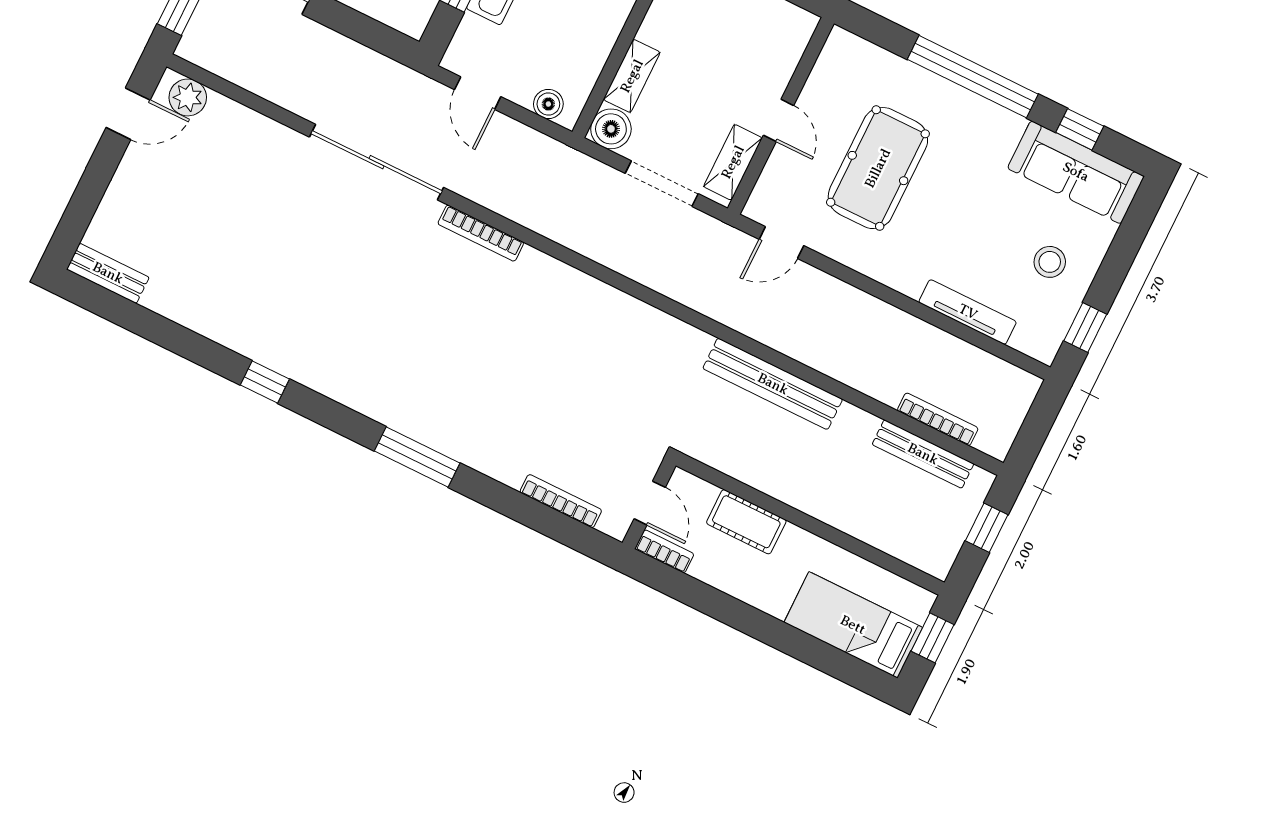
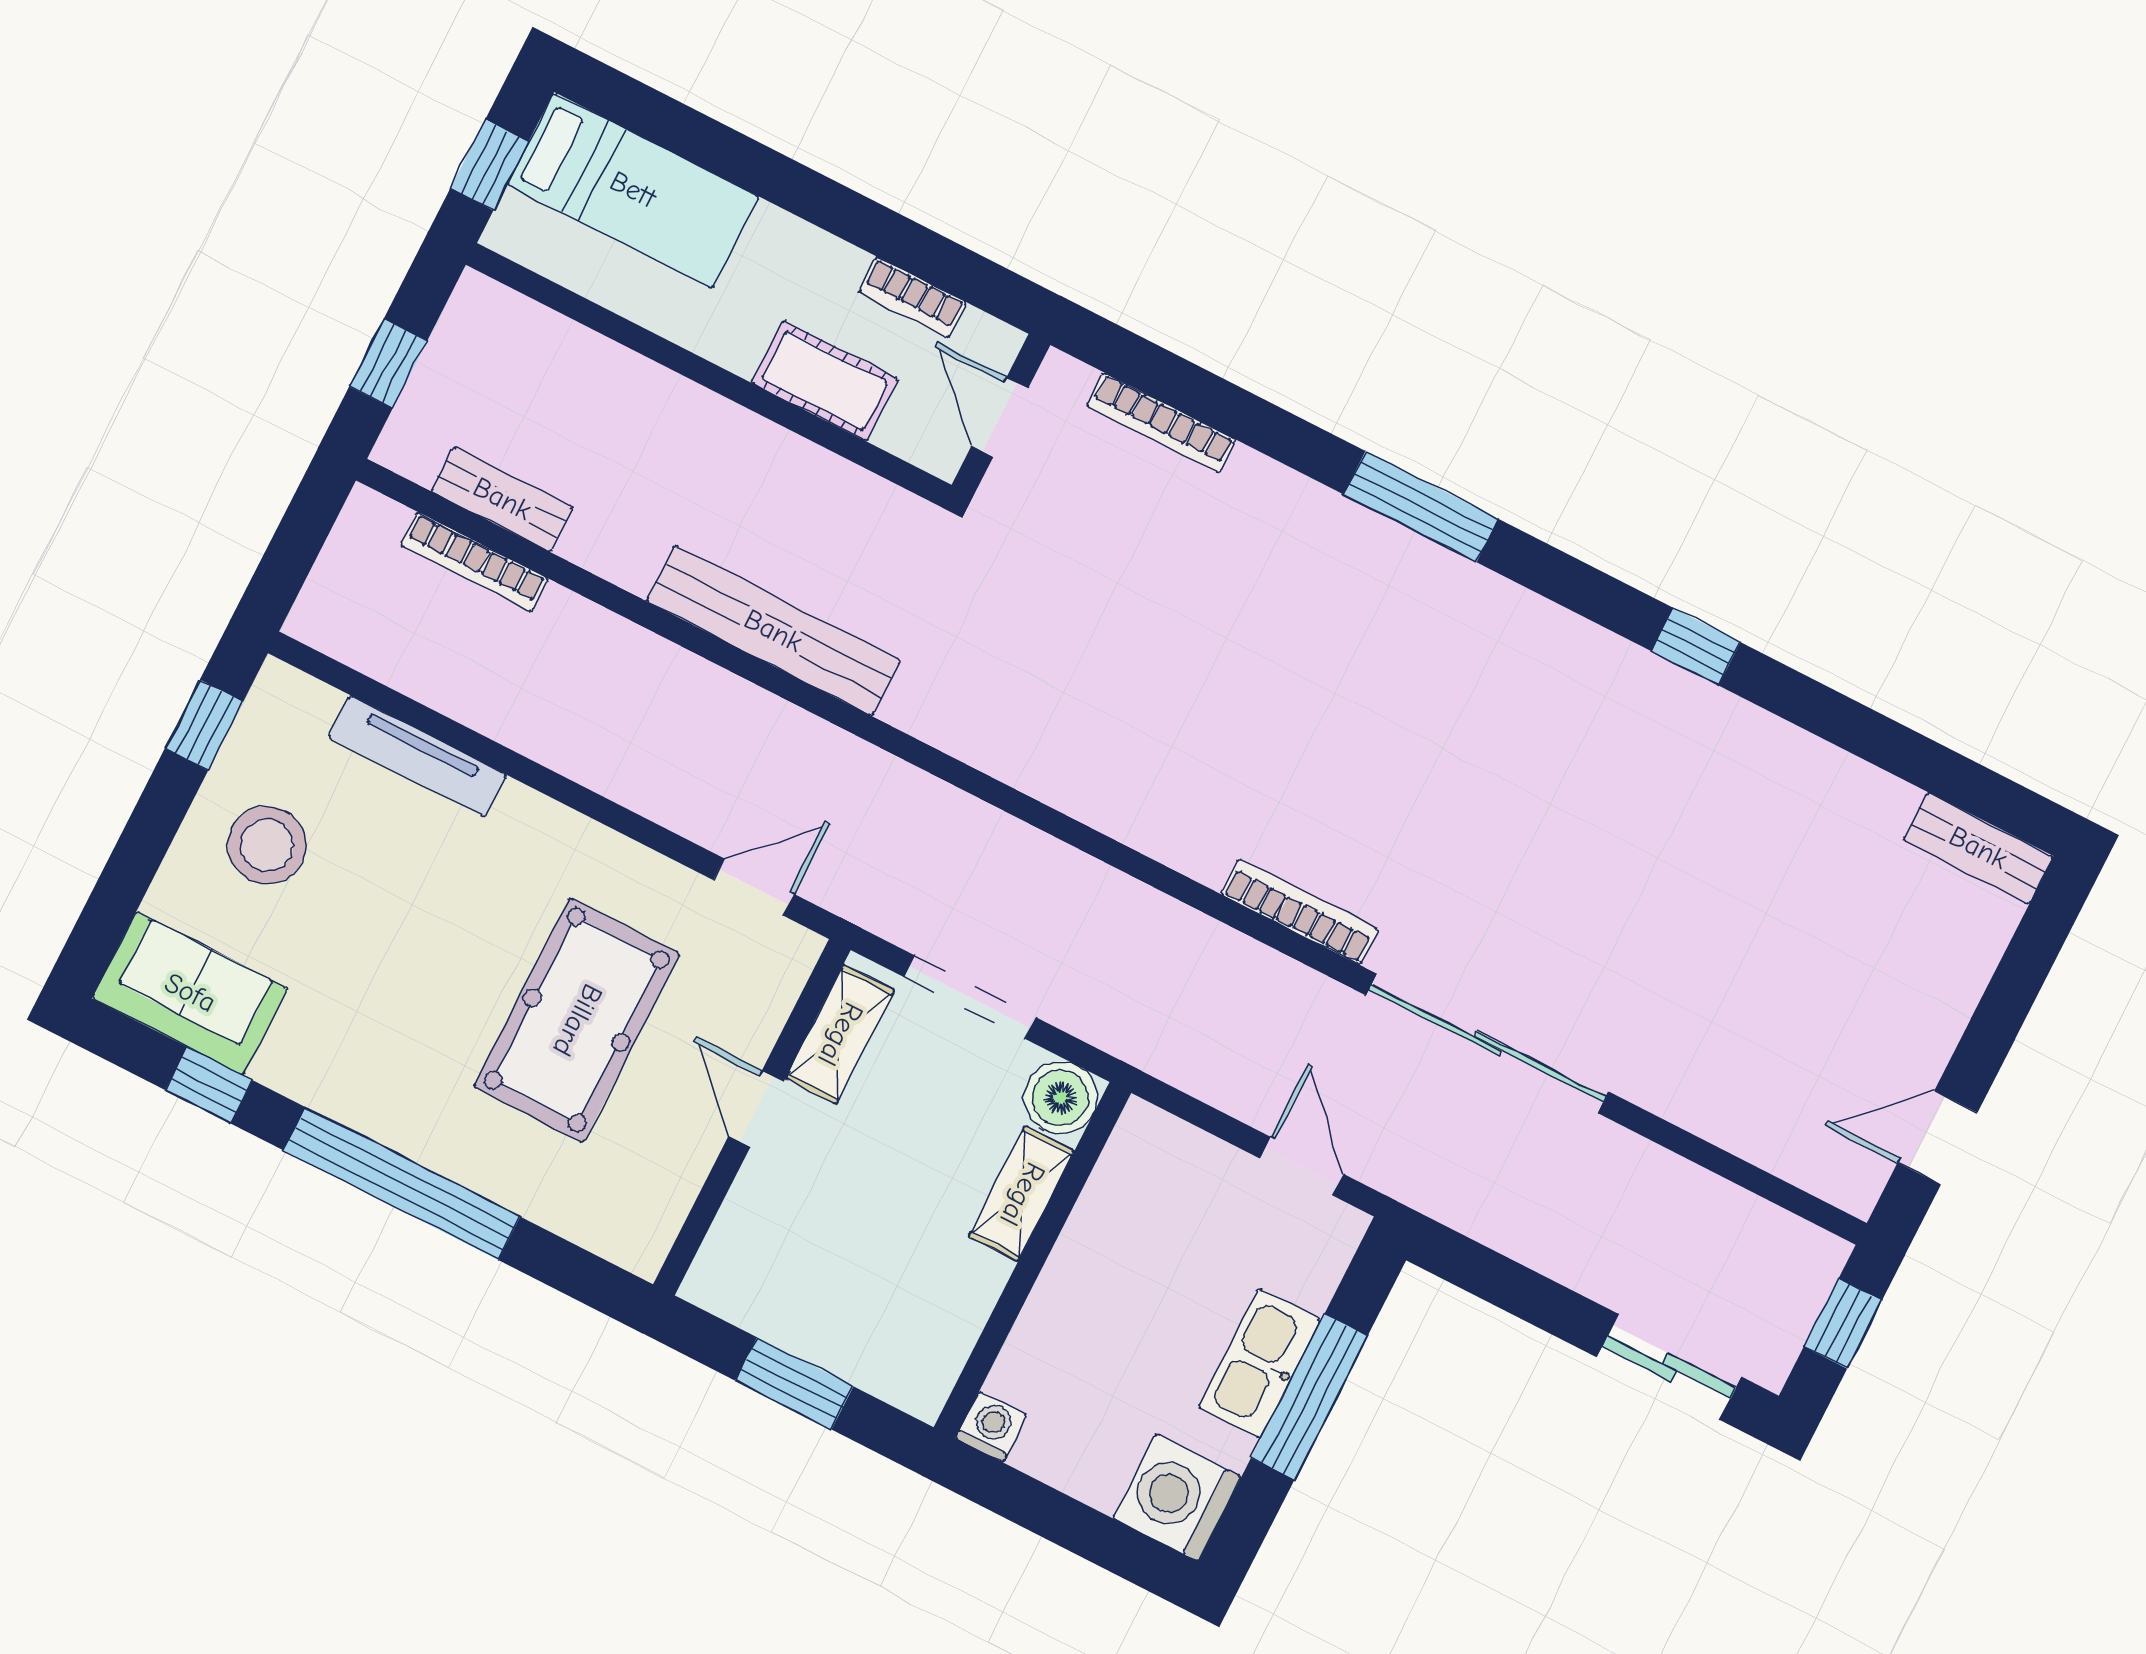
plant: (188, 97) -> (1829, 1166), removed
boiler: (548, 104) -> (1174, 1145), removed
sofa: (1076, 172) -> (190, 993), width x0.73
stool: (1050, 262) -> (267, 845), width x1.38, depth x1.38
bench: (923, 454) -> (502, 499), width x0.73
bookcase: (664, 551) -> (912, 297), moved

